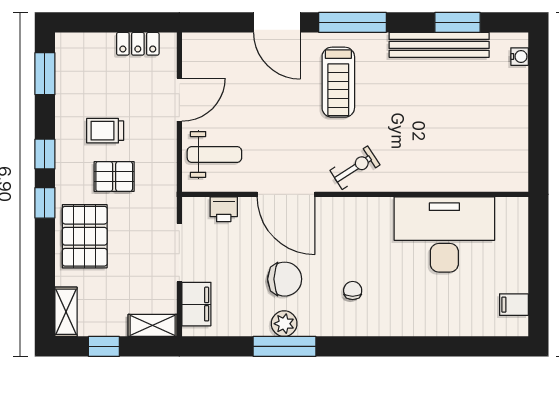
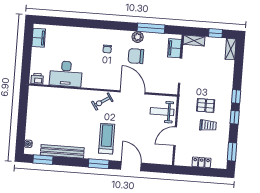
window: (353, 22) -> (99, 164), width x0.69
window: (458, 22) -> (43, 160), moved
locker: (138, 44) -> (201, 162), moved
printer: (224, 209) -> (37, 79), moved
desk: (444, 234) -> (66, 74), width x0.73, depth x0.77
pallet: (85, 236) -> (220, 81), removed
filing cabinet: (514, 305) -> (39, 38), width x2.00
window: (284, 346) -> (151, 28), moved

